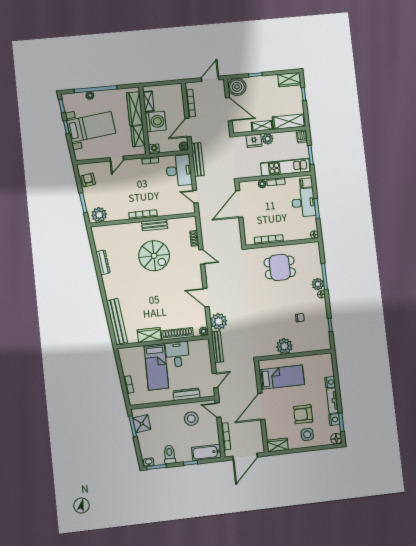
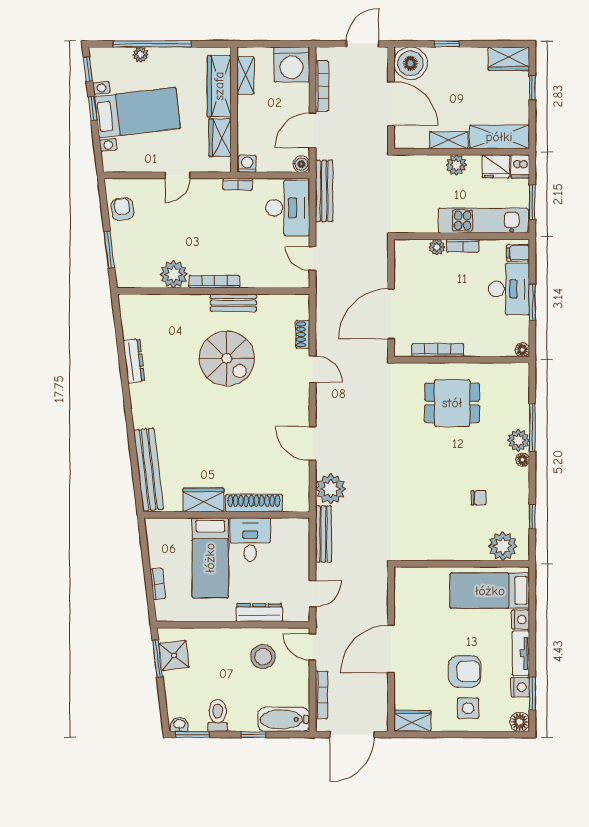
washing machine: (156, 121) -> (292, 64), moved, turned 90
fridge: (254, 141) -> (496, 166), moved
door: (239, 204) -> (391, 314), moved
plant: (99, 215) -> (174, 274), moved
plant: (204, 331) -> (301, 504), removed
plant: (284, 346) -> (503, 546), moved
bed: (282, 377) -> (490, 591), moved, turned 180
armchair: (303, 414) -> (465, 671), turned 180

